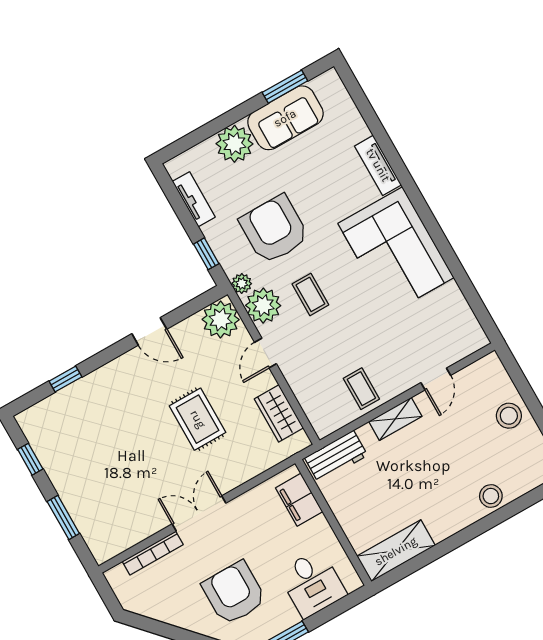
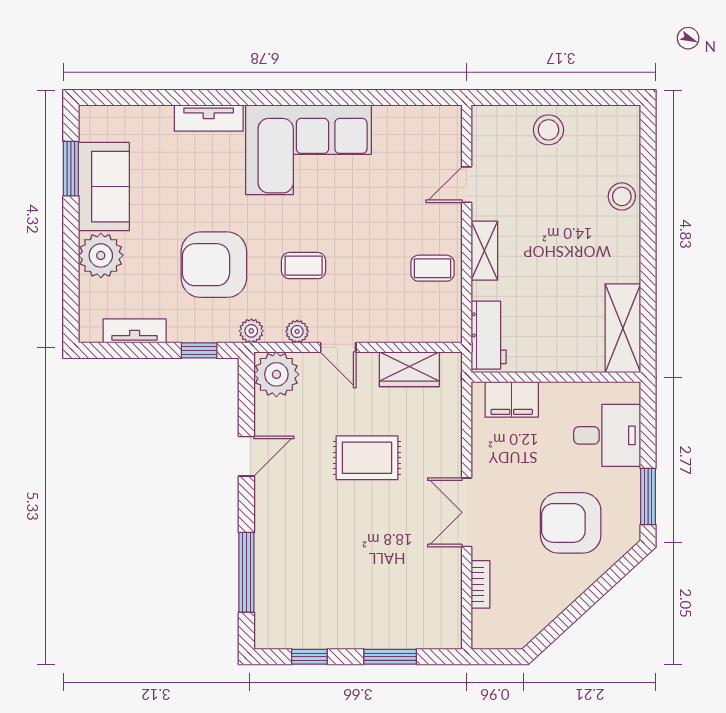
plant: (263, 306) -> (297, 331), width x0.53, depth x0.53
window: (65, 379) -> (246, 572), width x2.17
door: (436, 379) -> (467, 185), swing flipped
bookcase: (153, 553) -> (480, 584), width x0.64

